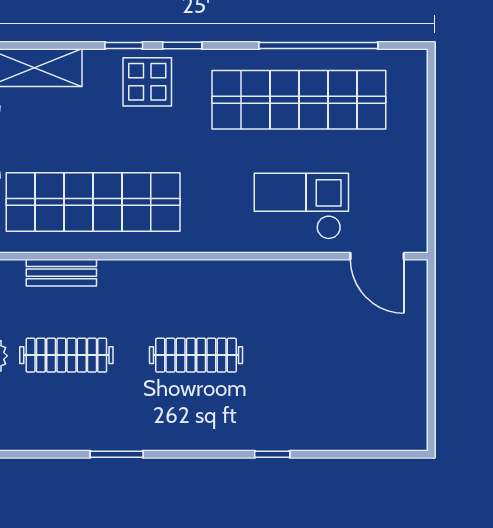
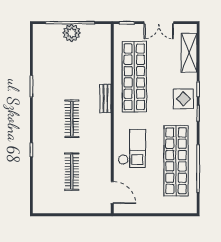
checkout: (301, 206) -> (132, 148), moved
door: (377, 256) -> (112, 193), swing flipped
bench: (61, 273) -> (106, 99), moved
clothes rail: (66, 355) -> (72, 172), moved

